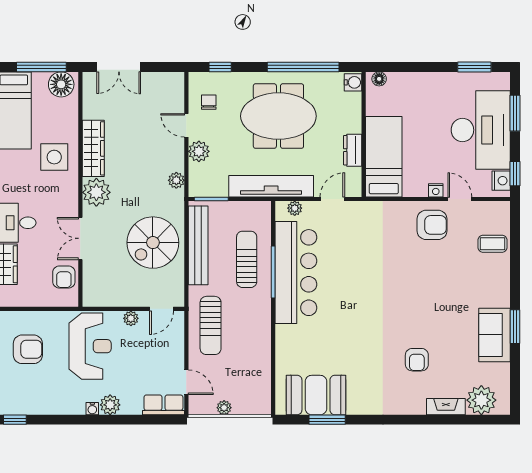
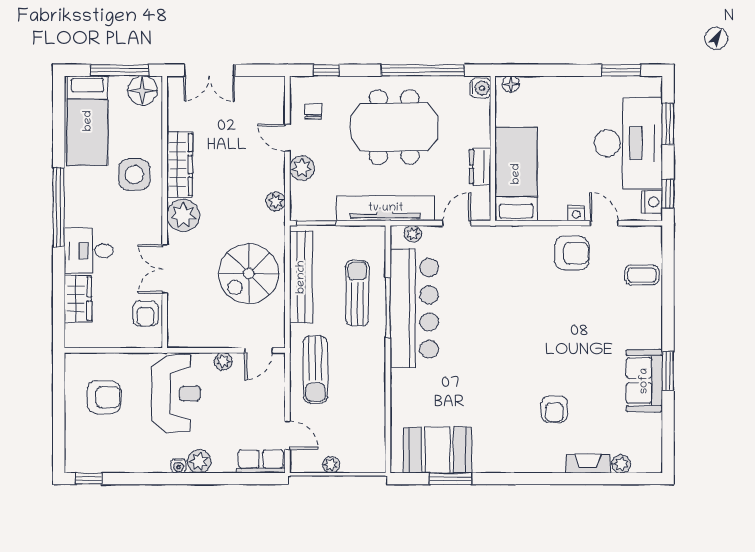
plant: (481, 400) -> (621, 464), width x0.53, depth x0.53

